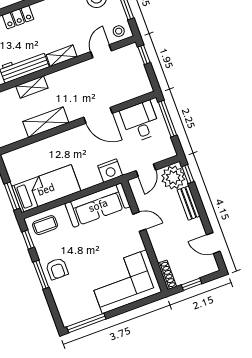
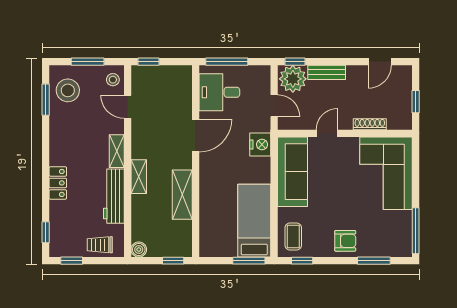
shelving: (32, 87) -> (139, 177), moved
window: (41, 275) -> (374, 261), moved
shoe rack: (167, 275) -> (370, 124), moved

